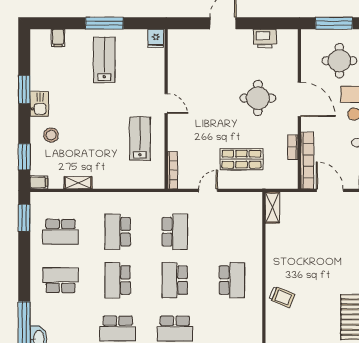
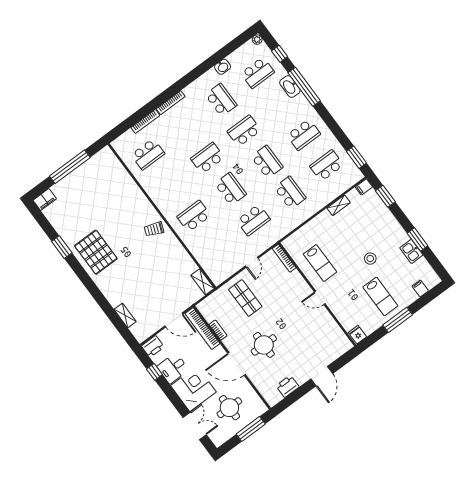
kitchen sink: (39, 104) -> (411, 251), moved
stool: (51, 135) -> (370, 259), moved
shop shelf: (241, 159) -> (245, 298), turned 90
school desk: (175, 232) -> (253, 220), turned -90
school desk: (232, 280) -> (194, 216), turned 90

